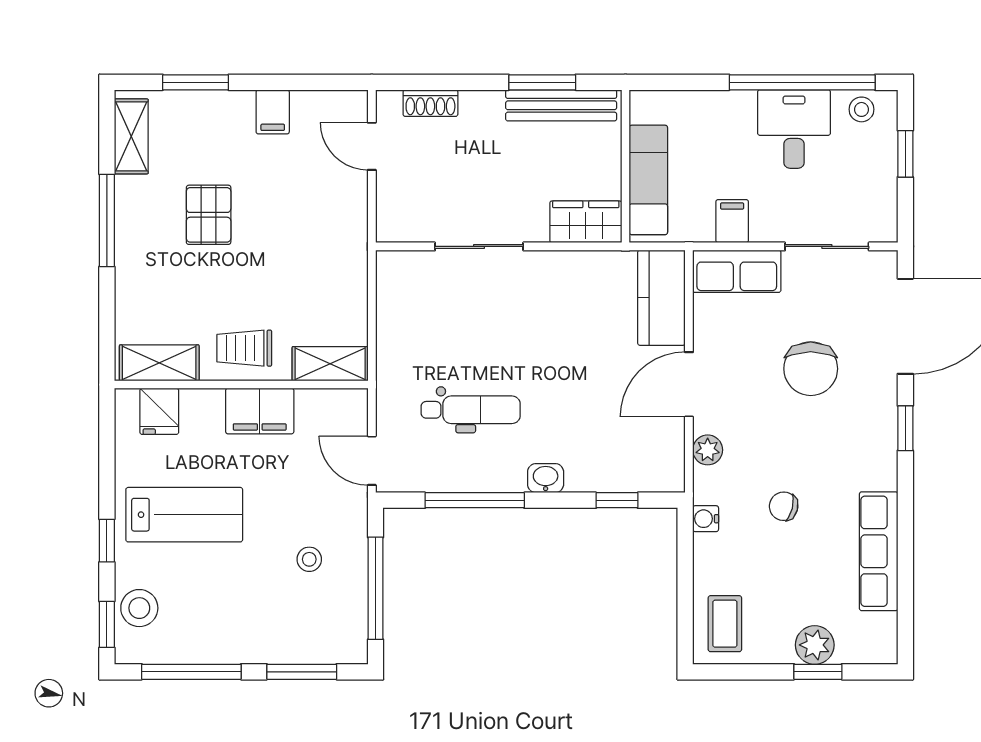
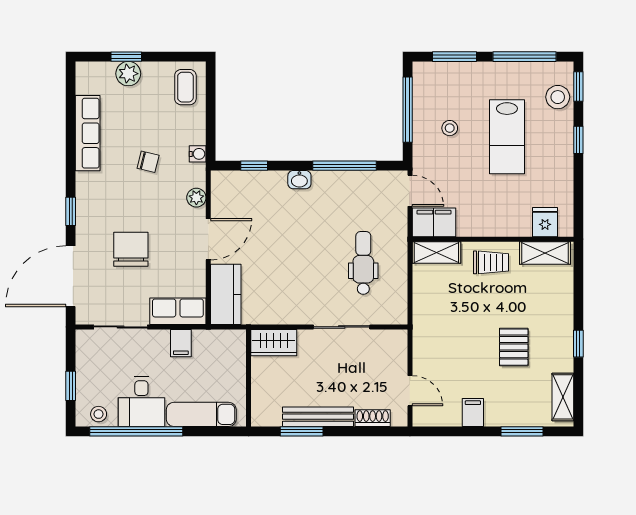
bench: (561, 105) -> (318, 417), moved
exam couch: (648, 180) -> (201, 414), moved, turned 90
window: (107, 220) -> (578, 344), width x0.46
dental chair: (471, 410) -> (363, 263), moved, turned 90
filing cabinet: (260, 411) -> (434, 222), moved
lab bench: (184, 515) -> (507, 137), moved, turned -90

